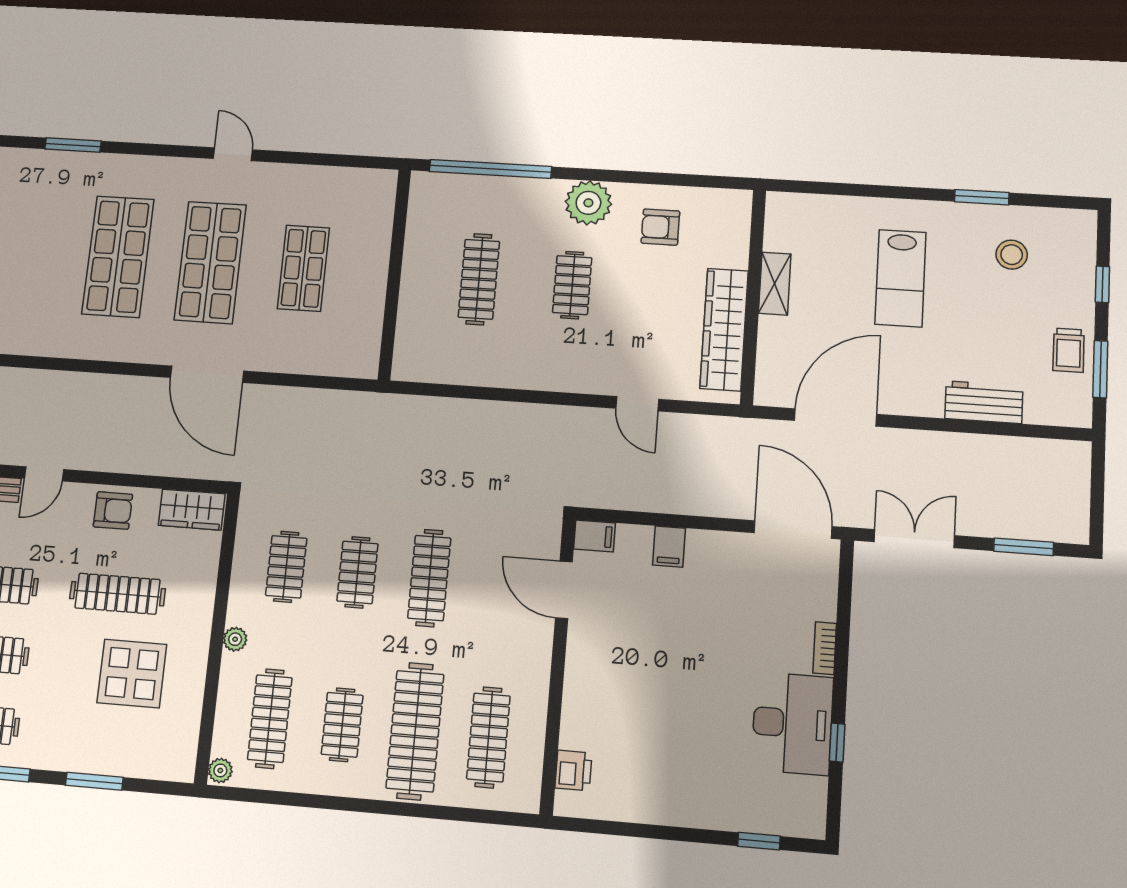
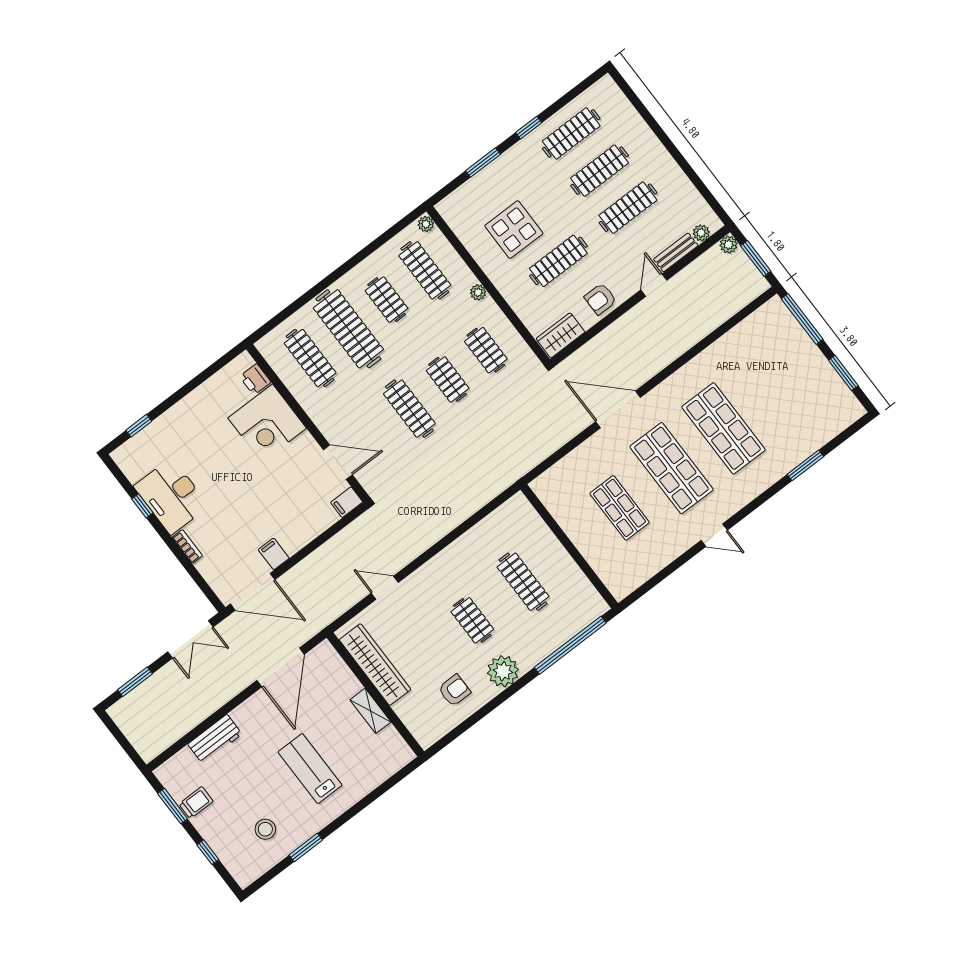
trolley: (1069, 350) -> (196, 803), turned 90
filing cabinet: (669, 547) -> (274, 554), moved
corner desk: (605, 707) -> (267, 423), added

